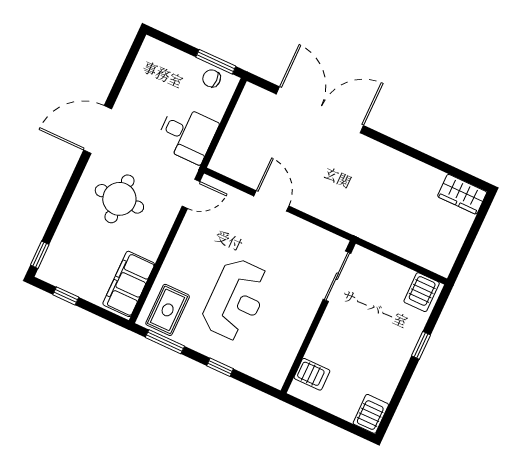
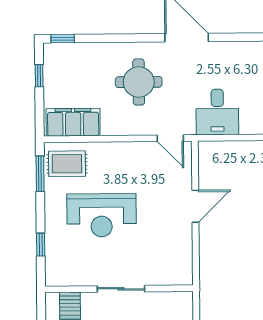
sliding door: (337, 276) -> (121, 289), moved
window: (220, 367) -> (41, 245), moved

